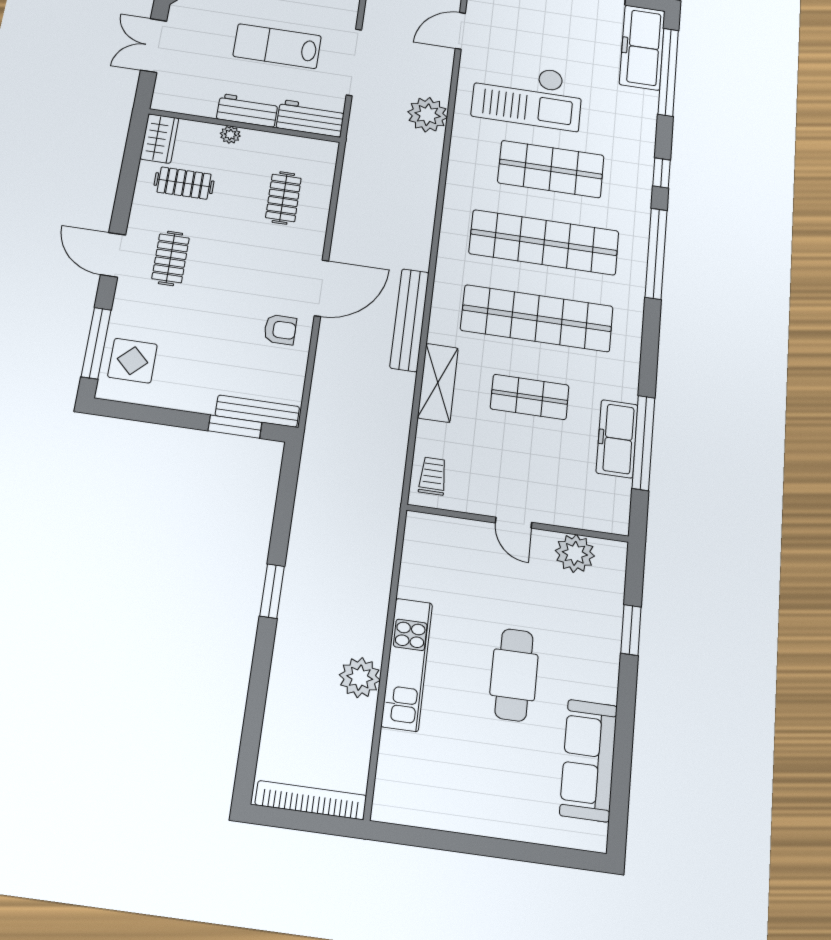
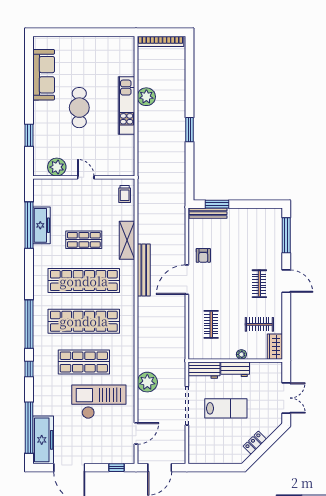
armchair: (280, 330) -> (203, 255), turned -90
display table: (133, 361) -> (268, 229), removed

